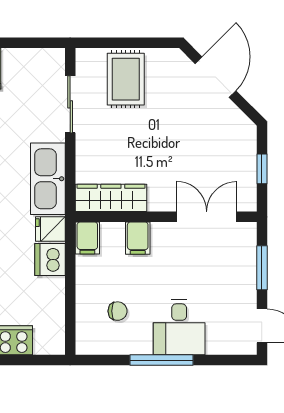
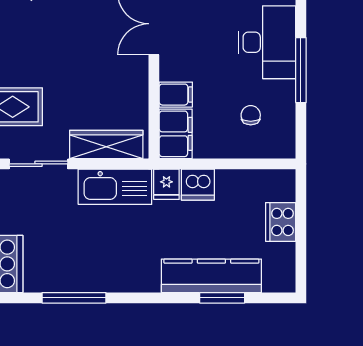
wardrobe: (111, 198) -> (106, 144), moved, turned 90
filing cabinet: (87, 238) -> (176, 134), width x2.00
desk: (179, 327) -> (267, 42), width x1.37

